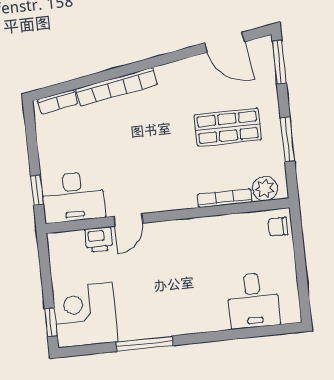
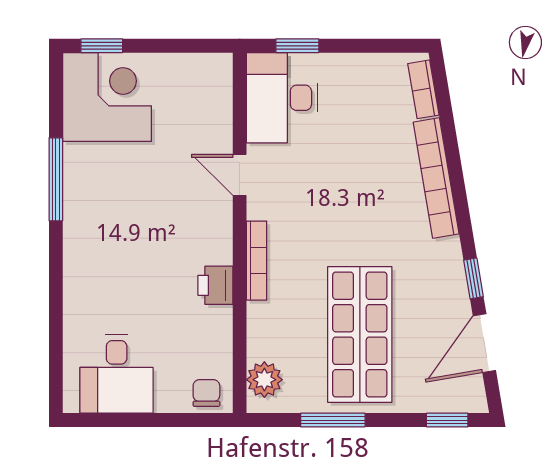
window: (182, 54) -> (474, 278), added
window: (279, 62) -> (447, 420), width x0.67
shop shelf: (228, 127) -> (360, 334), width x1.43, depth x1.36
bookcase: (225, 198) -> (257, 261), moved
printer: (99, 239) -> (215, 285), moved
desk: (253, 301) -> (117, 374), moved, turned -90

